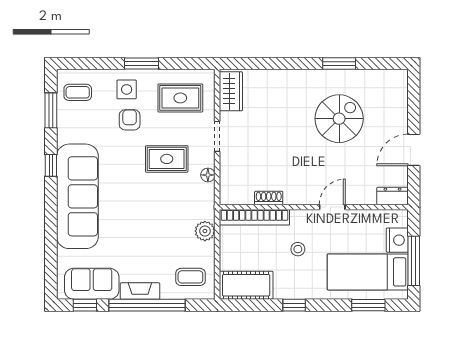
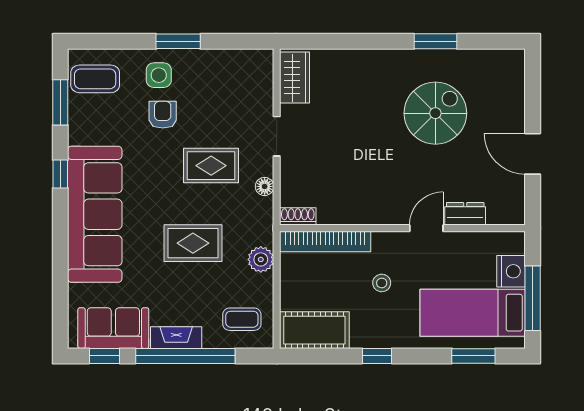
coffee table: (78, 92) -> (95, 79), width x1.36, depth x1.30
rug: (180, 98) -> (193, 243), moved
door: (414, 150) -> (533, 154), hinge flipped
dresser: (393, 196) -> (465, 214), moved
shoe rack: (269, 198) -> (298, 216), moved

